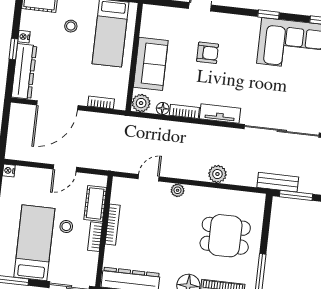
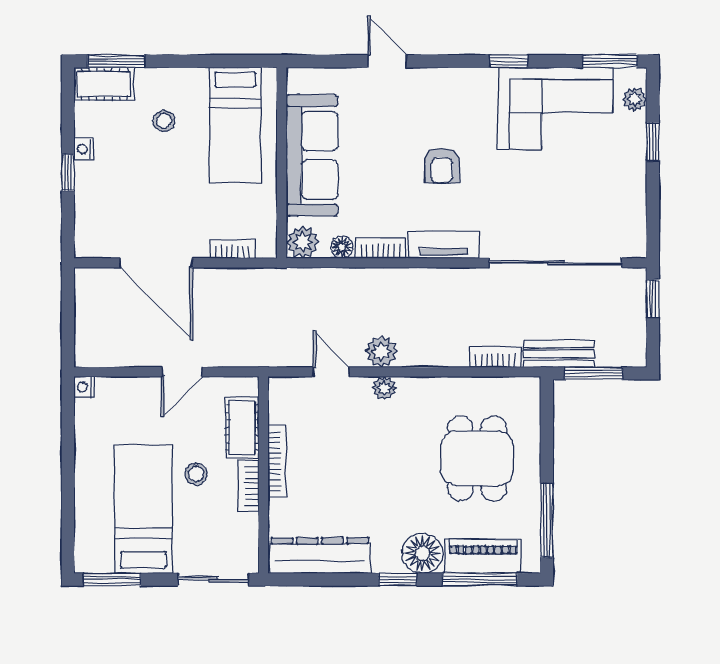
armchair: (208, 53) -> (442, 165), moved, turned 90
sofa: (151, 64) -> (312, 155), width x1.36
dresser: (24, 71) -> (91, 210), removed
door: (57, 105) -> (156, 263), hinge flipped
plant: (217, 174) -> (381, 352), moved
door: (149, 178) -> (331, 372), hinge flipped
bookcase: (242, 180) -> (495, 357), added
dining table: (225, 236) -> (477, 458), turned 90

